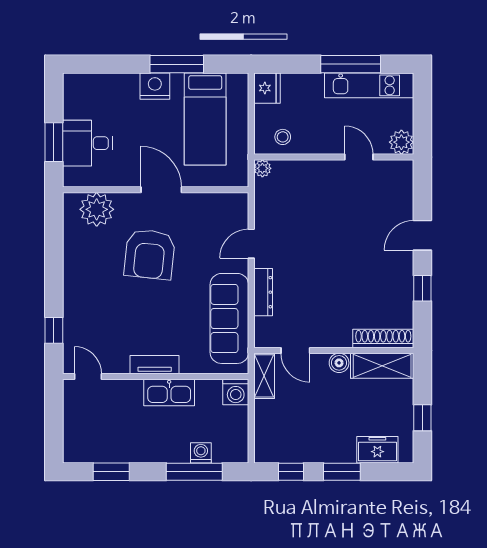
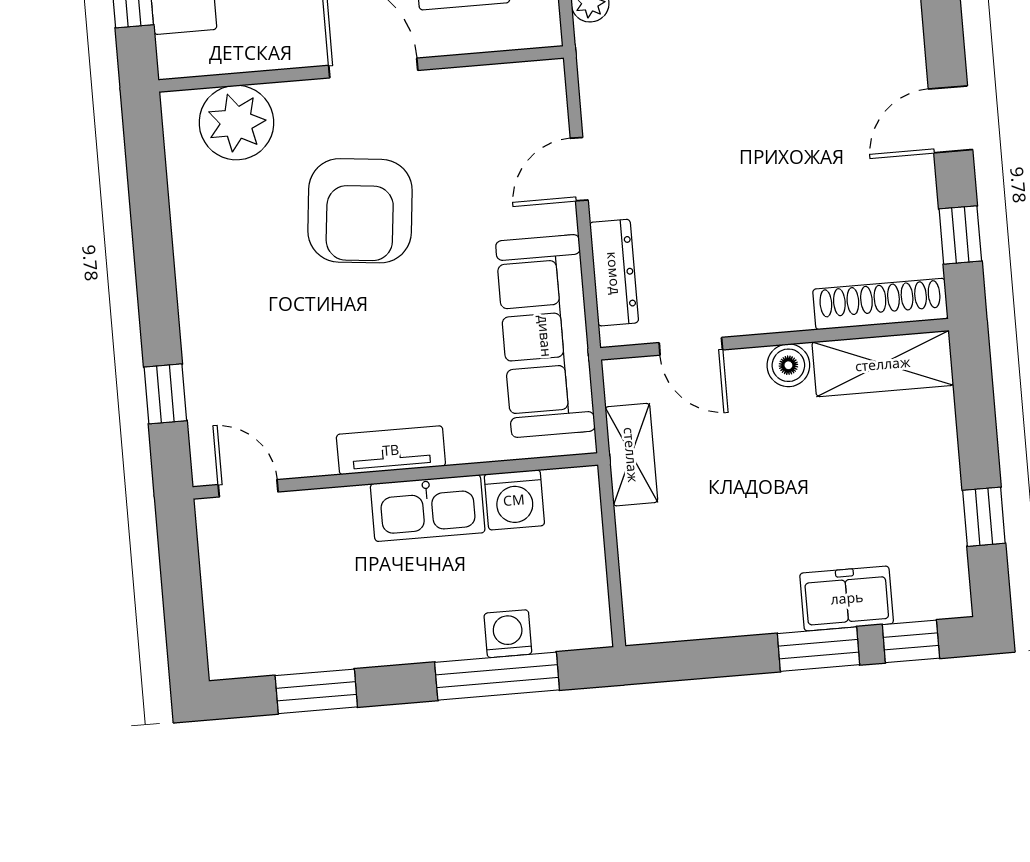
shoe rack: (383, 338) -> (880, 304), moved
door: (295, 350) -> (691, 346), moved
wall: (334, 350) -> (775, 339), moved
boiler: (339, 363) -> (788, 365), moved
shelving: (382, 366) -> (883, 364), moved
washing machine: (236, 392) -> (514, 500), moved
freezer: (377, 450) -> (847, 598), moved
window: (291, 472) -> (911, 641), moved

